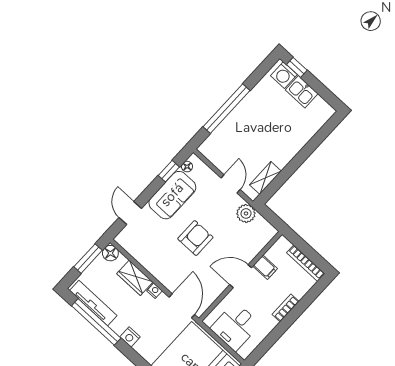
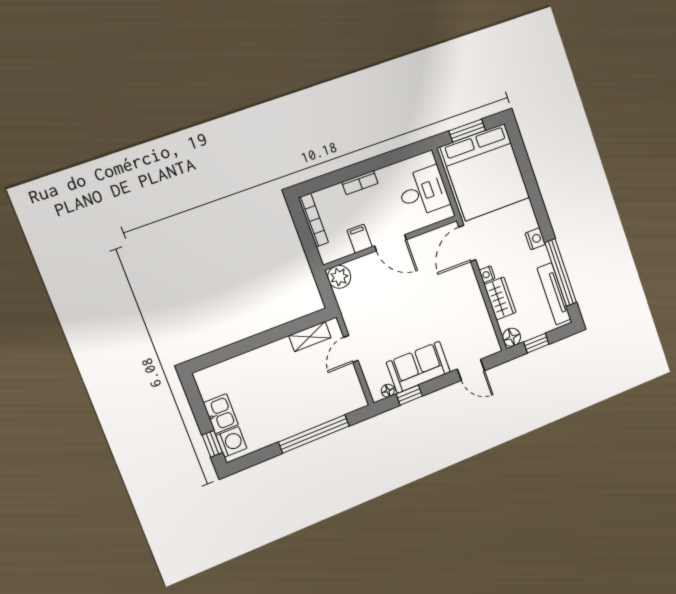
door: (130, 213) -> (471, 370), hinge flipped
plant: (246, 213) -> (339, 277), moved
armchair: (195, 238) -> (417, 309), removed
window: (88, 259) -> (536, 343), width x0.67

